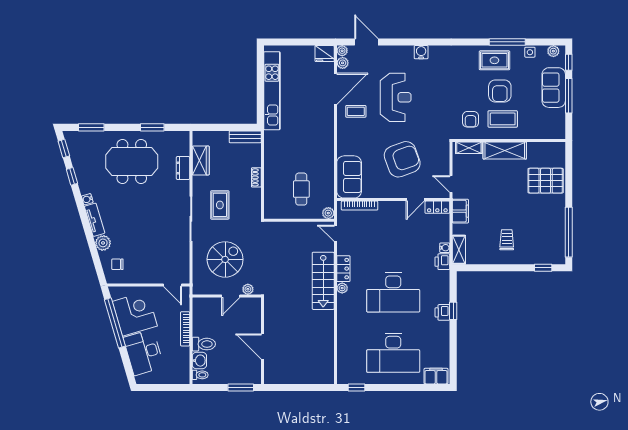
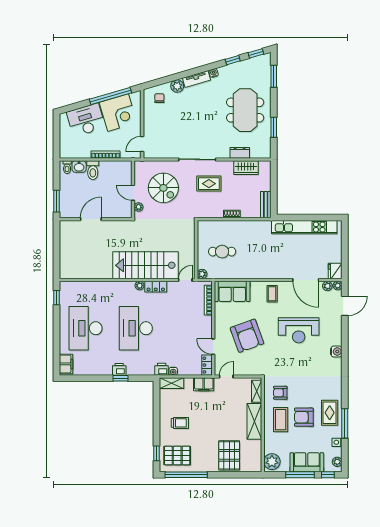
coffee table: (356, 111) -> (272, 294), moved
plant: (553, 129) -> (272, 462), added
pallet: (546, 243) -> (177, 456), added
stairs: (323, 281) -> (146, 265), width x1.36, depth x1.51

